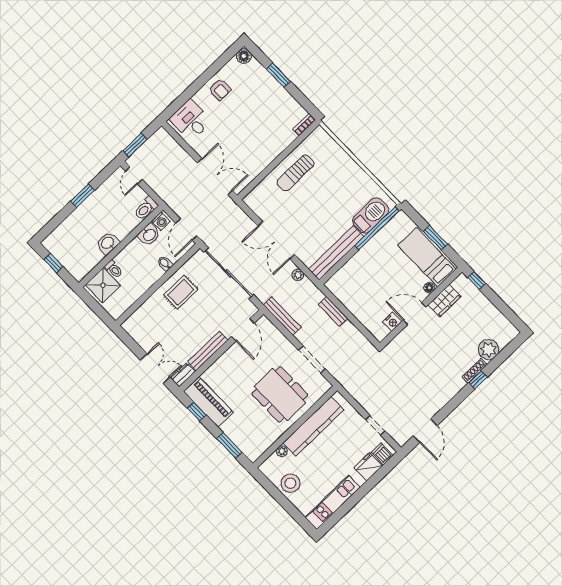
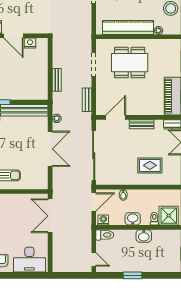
desk: (191, 120) -> (29, 260), width x1.37
window: (135, 145) -> (77, 275), removed
door: (134, 175) -> (94, 259), hinge flipped
washbasin: (149, 235) -> (133, 219), moved
rug: (181, 292) -> (150, 165), moved
bench: (282, 316) -> (87, 100), width x0.73
bench: (208, 351) -> (142, 124), width x0.73
dining table: (280, 394) -> (130, 63), turned 90

